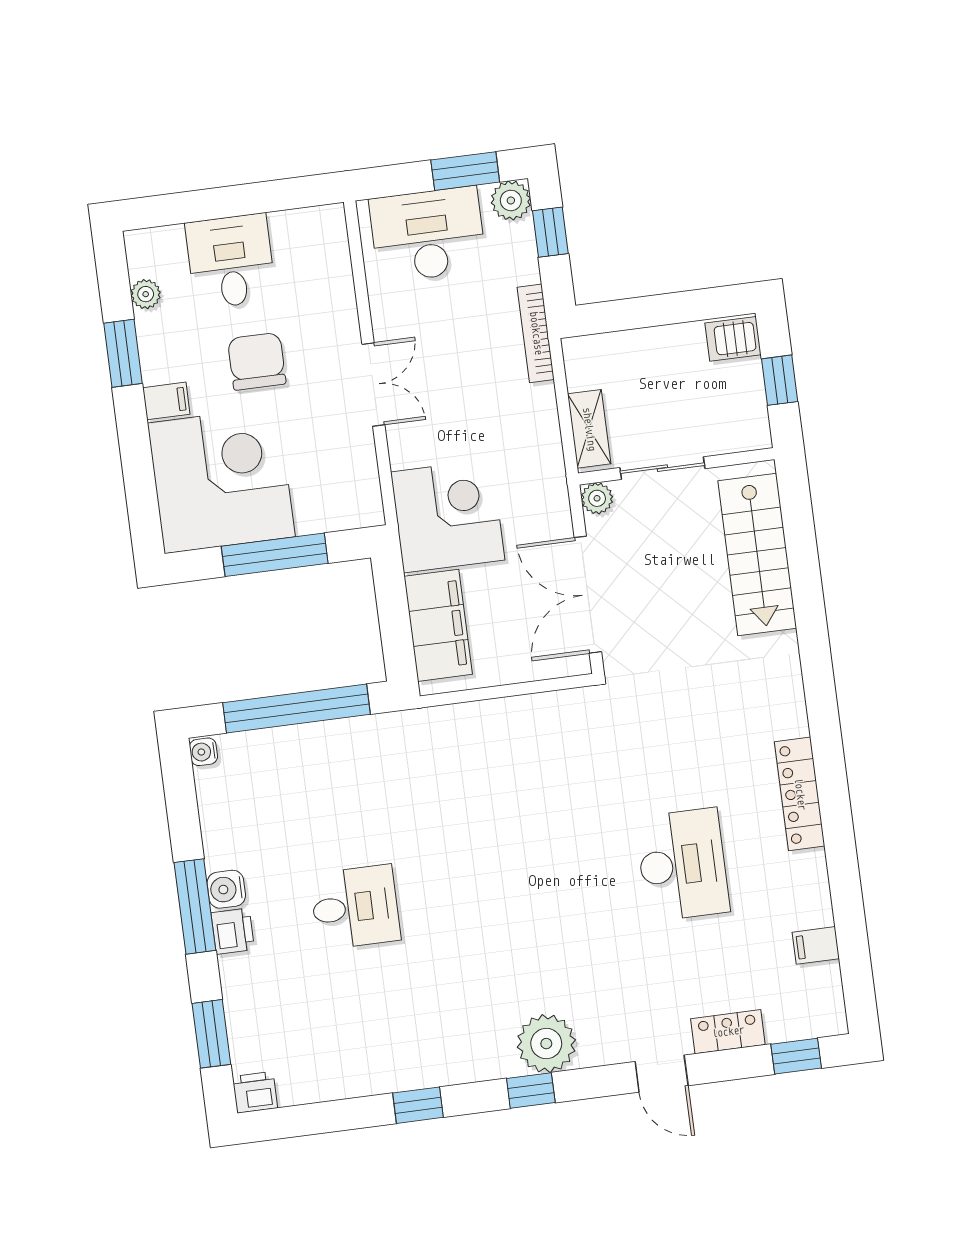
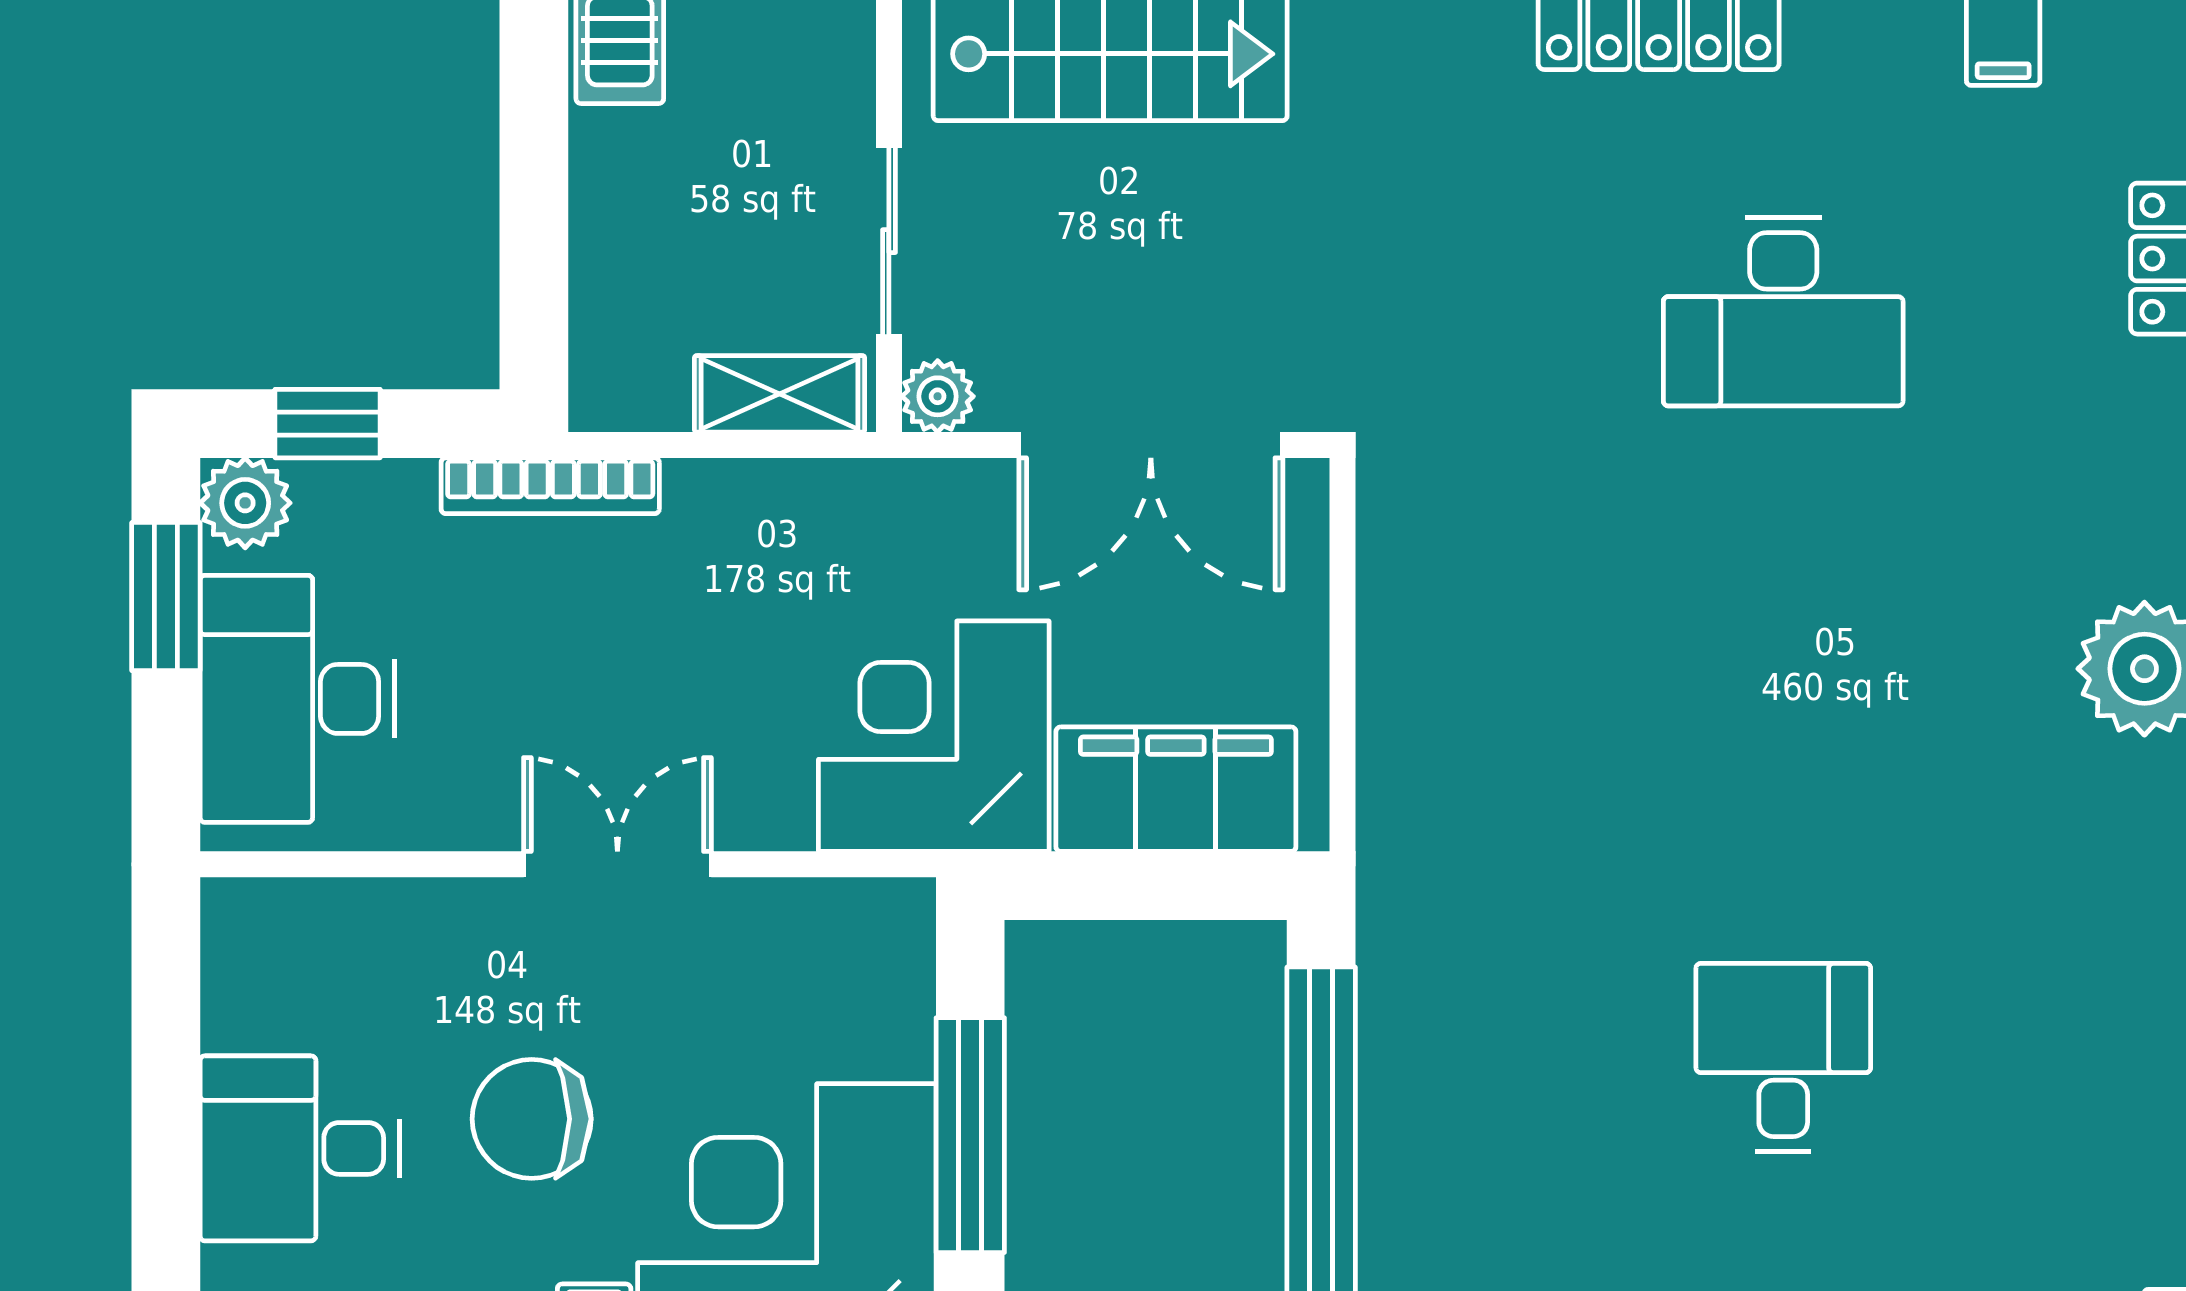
desk: (682, 865) -> (1783, 312), turned 180

